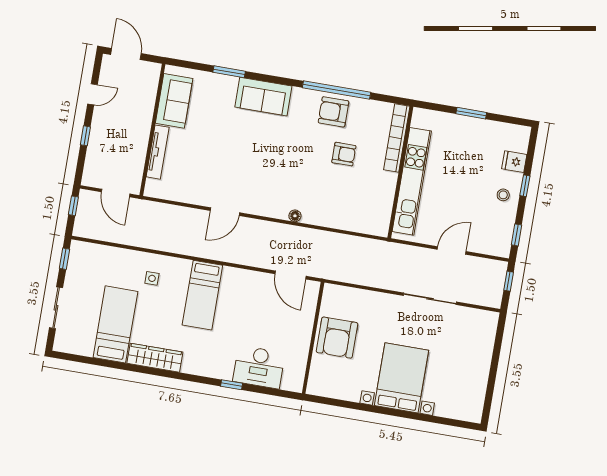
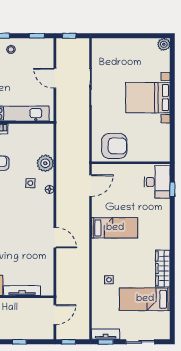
side table: (309, 190) -> (30, 183), added
plant: (333, 216) -> (45, 163), added
tv unit: (75, 260) -> (106, 334), added
bed: (202, 295) -> (115, 228), moved
armchair: (337, 338) -> (114, 146), moved
desk: (259, 367) -> (157, 182), moved
window: (232, 385) -> (172, 189), moved
plant: (473, 414) -> (164, 44), added

